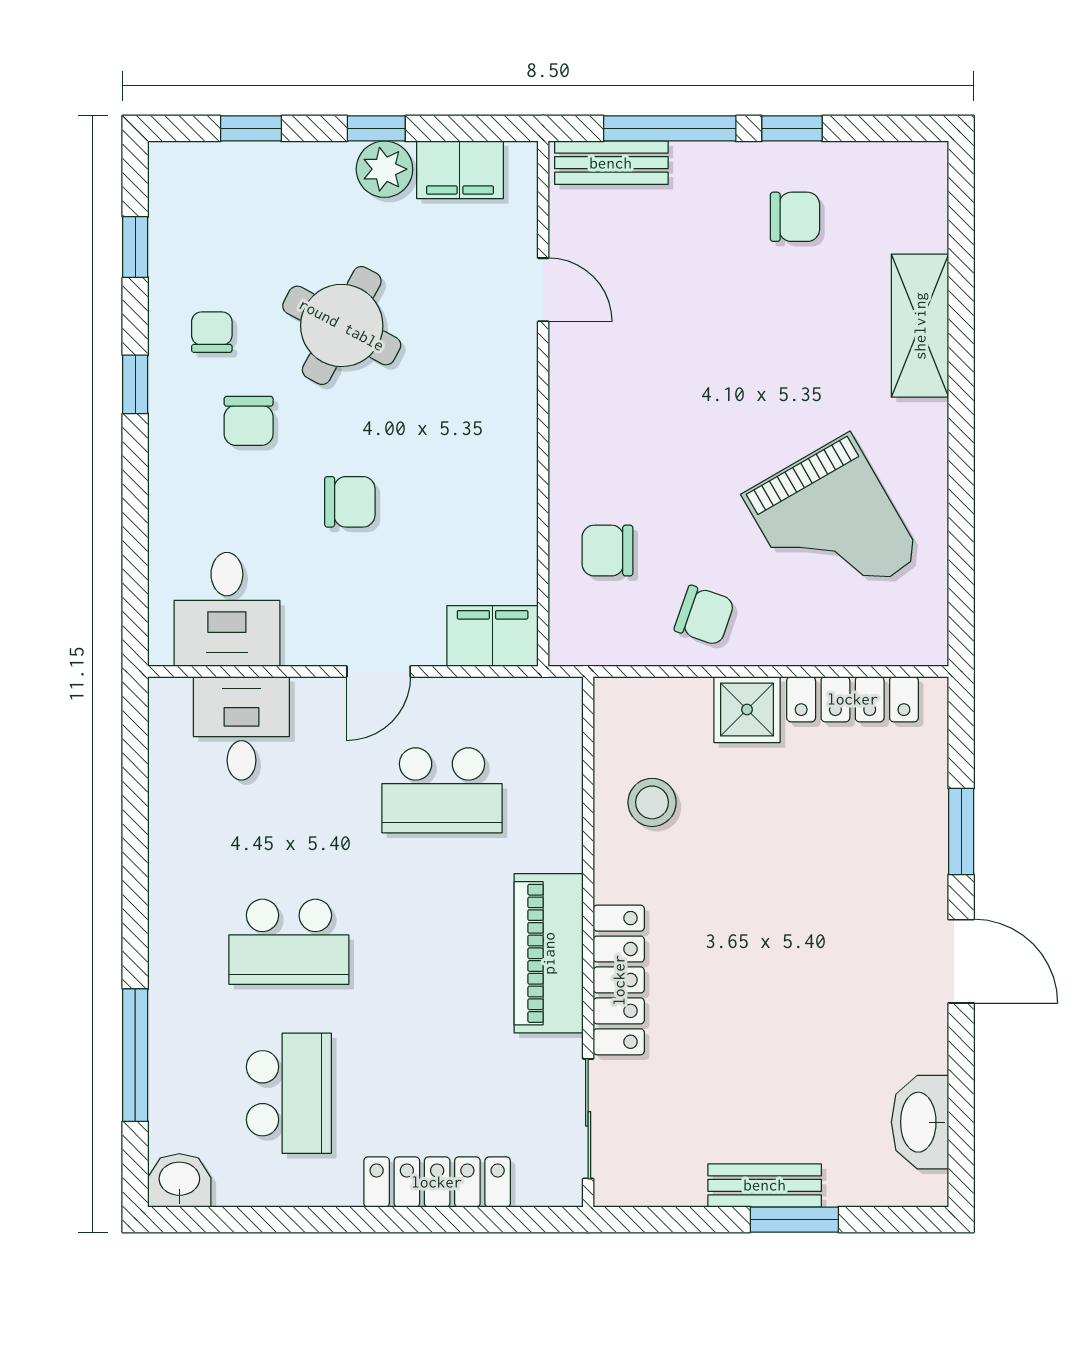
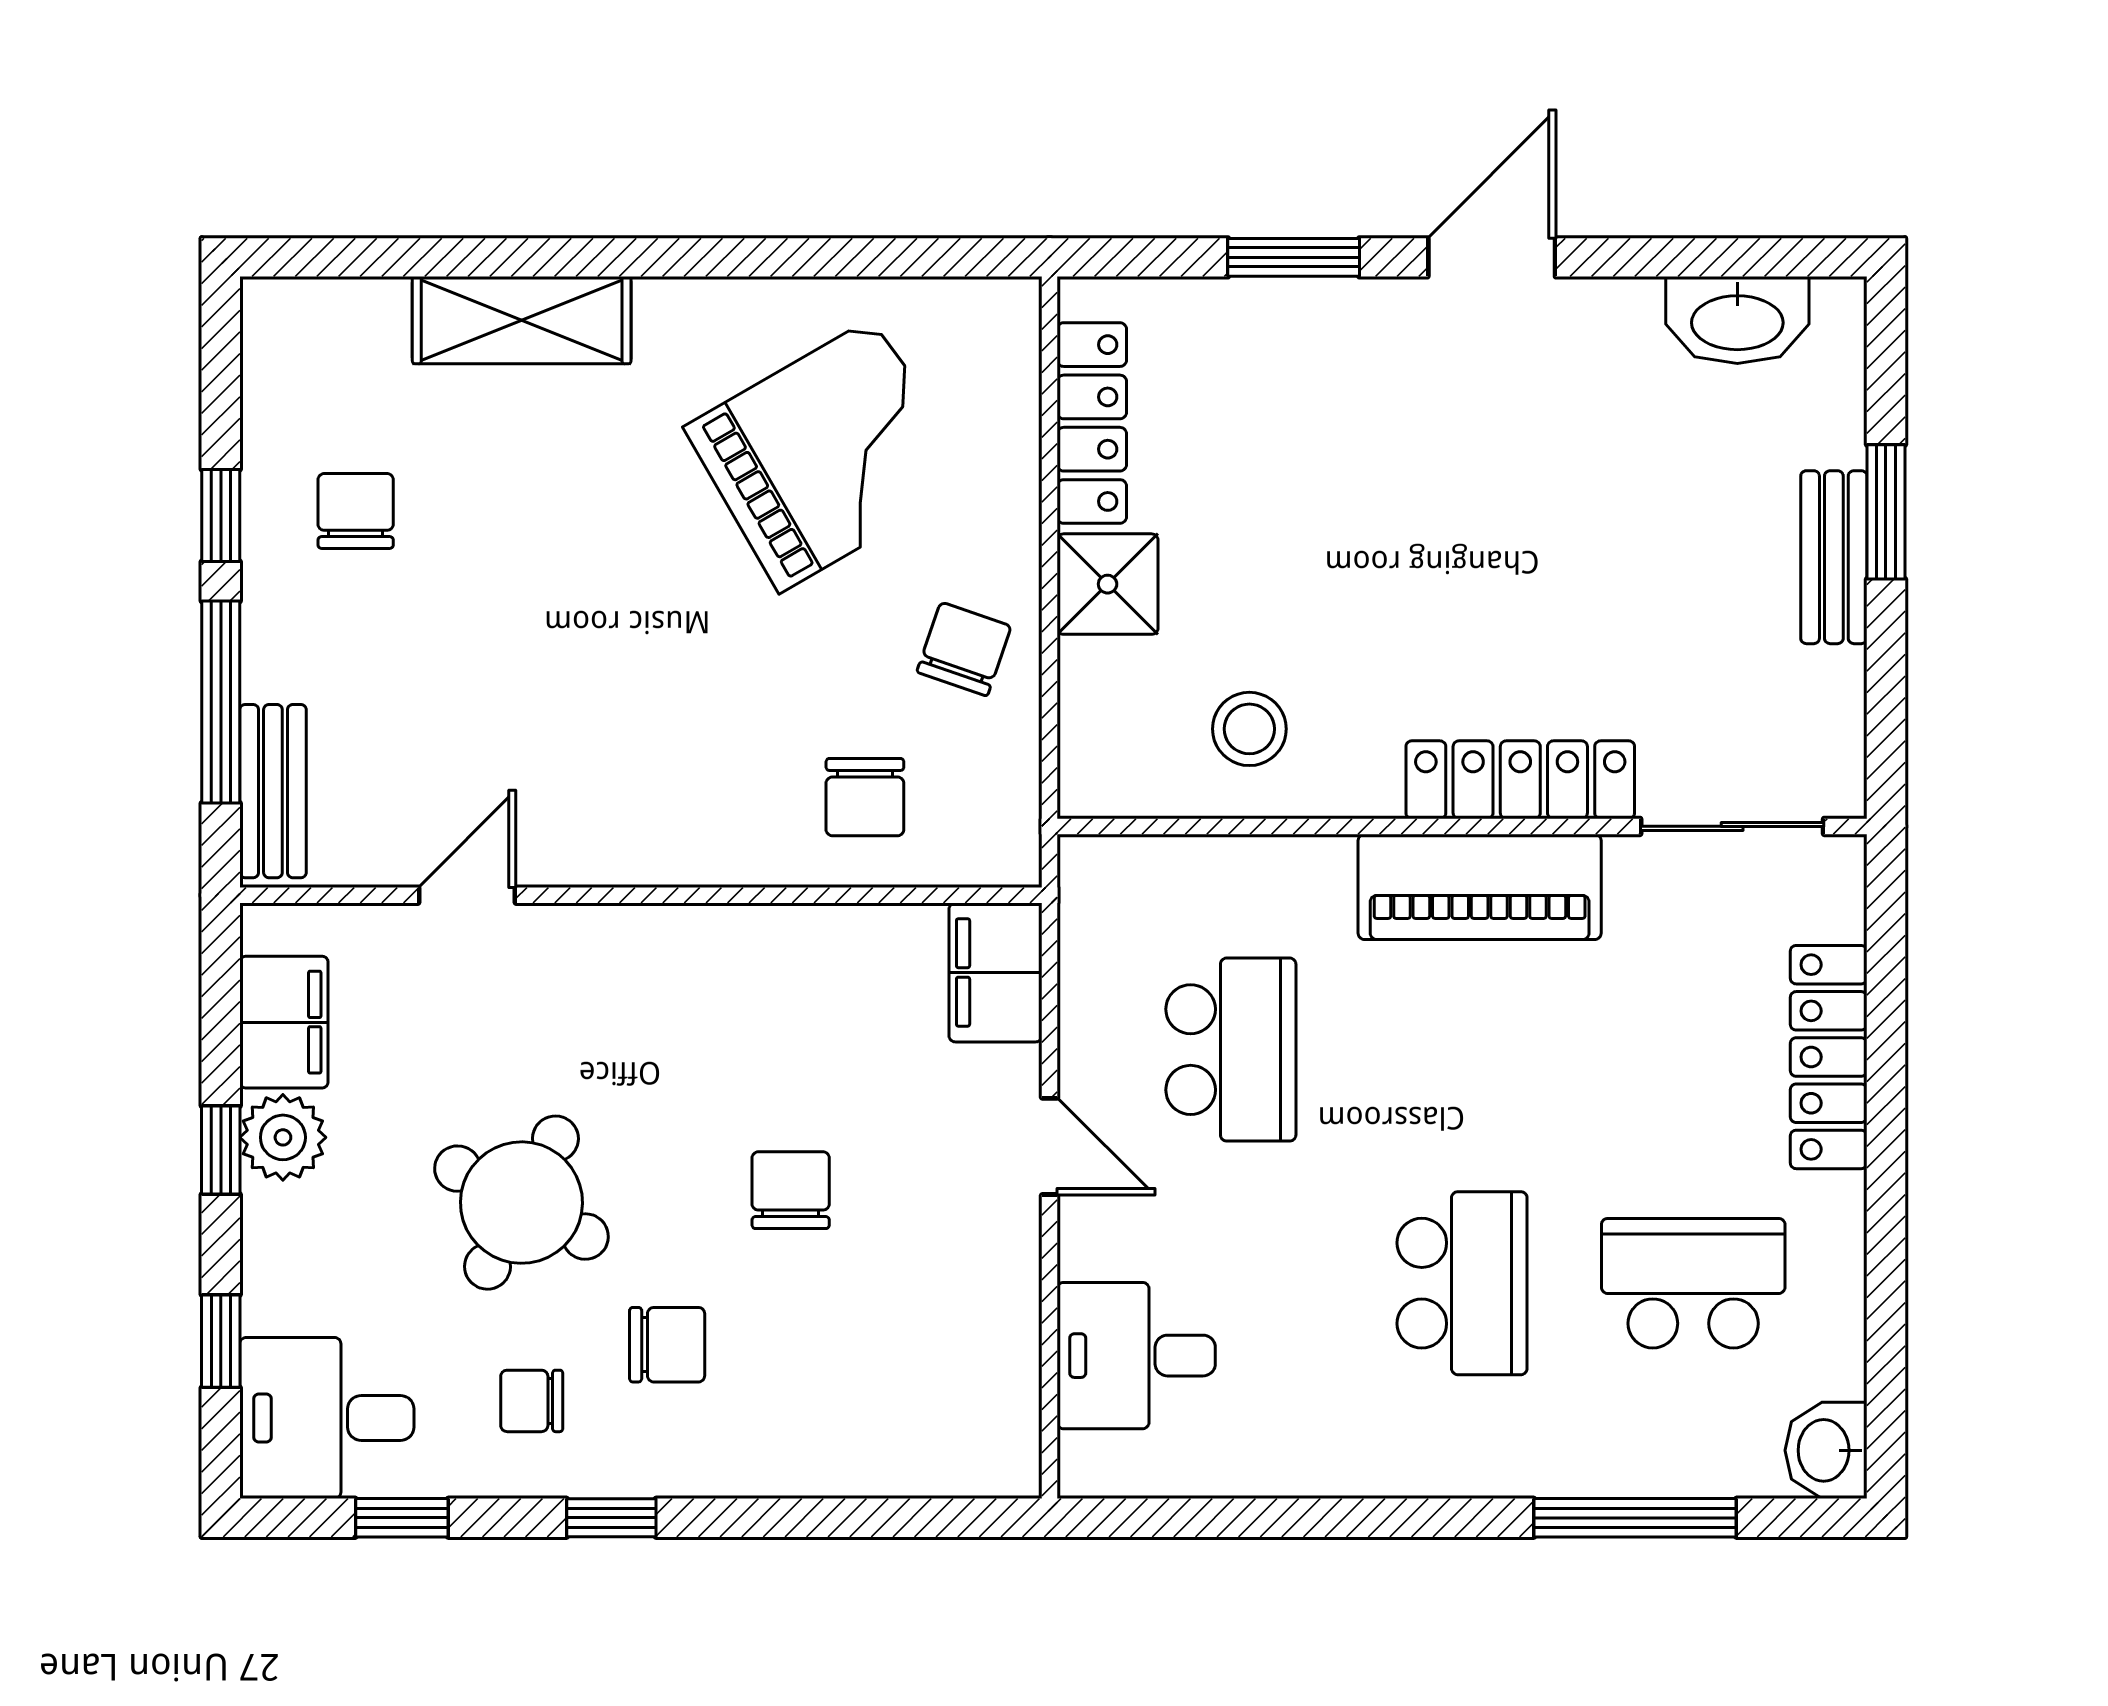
desk: (227, 609) -> (327, 1418), moved, turned 180

